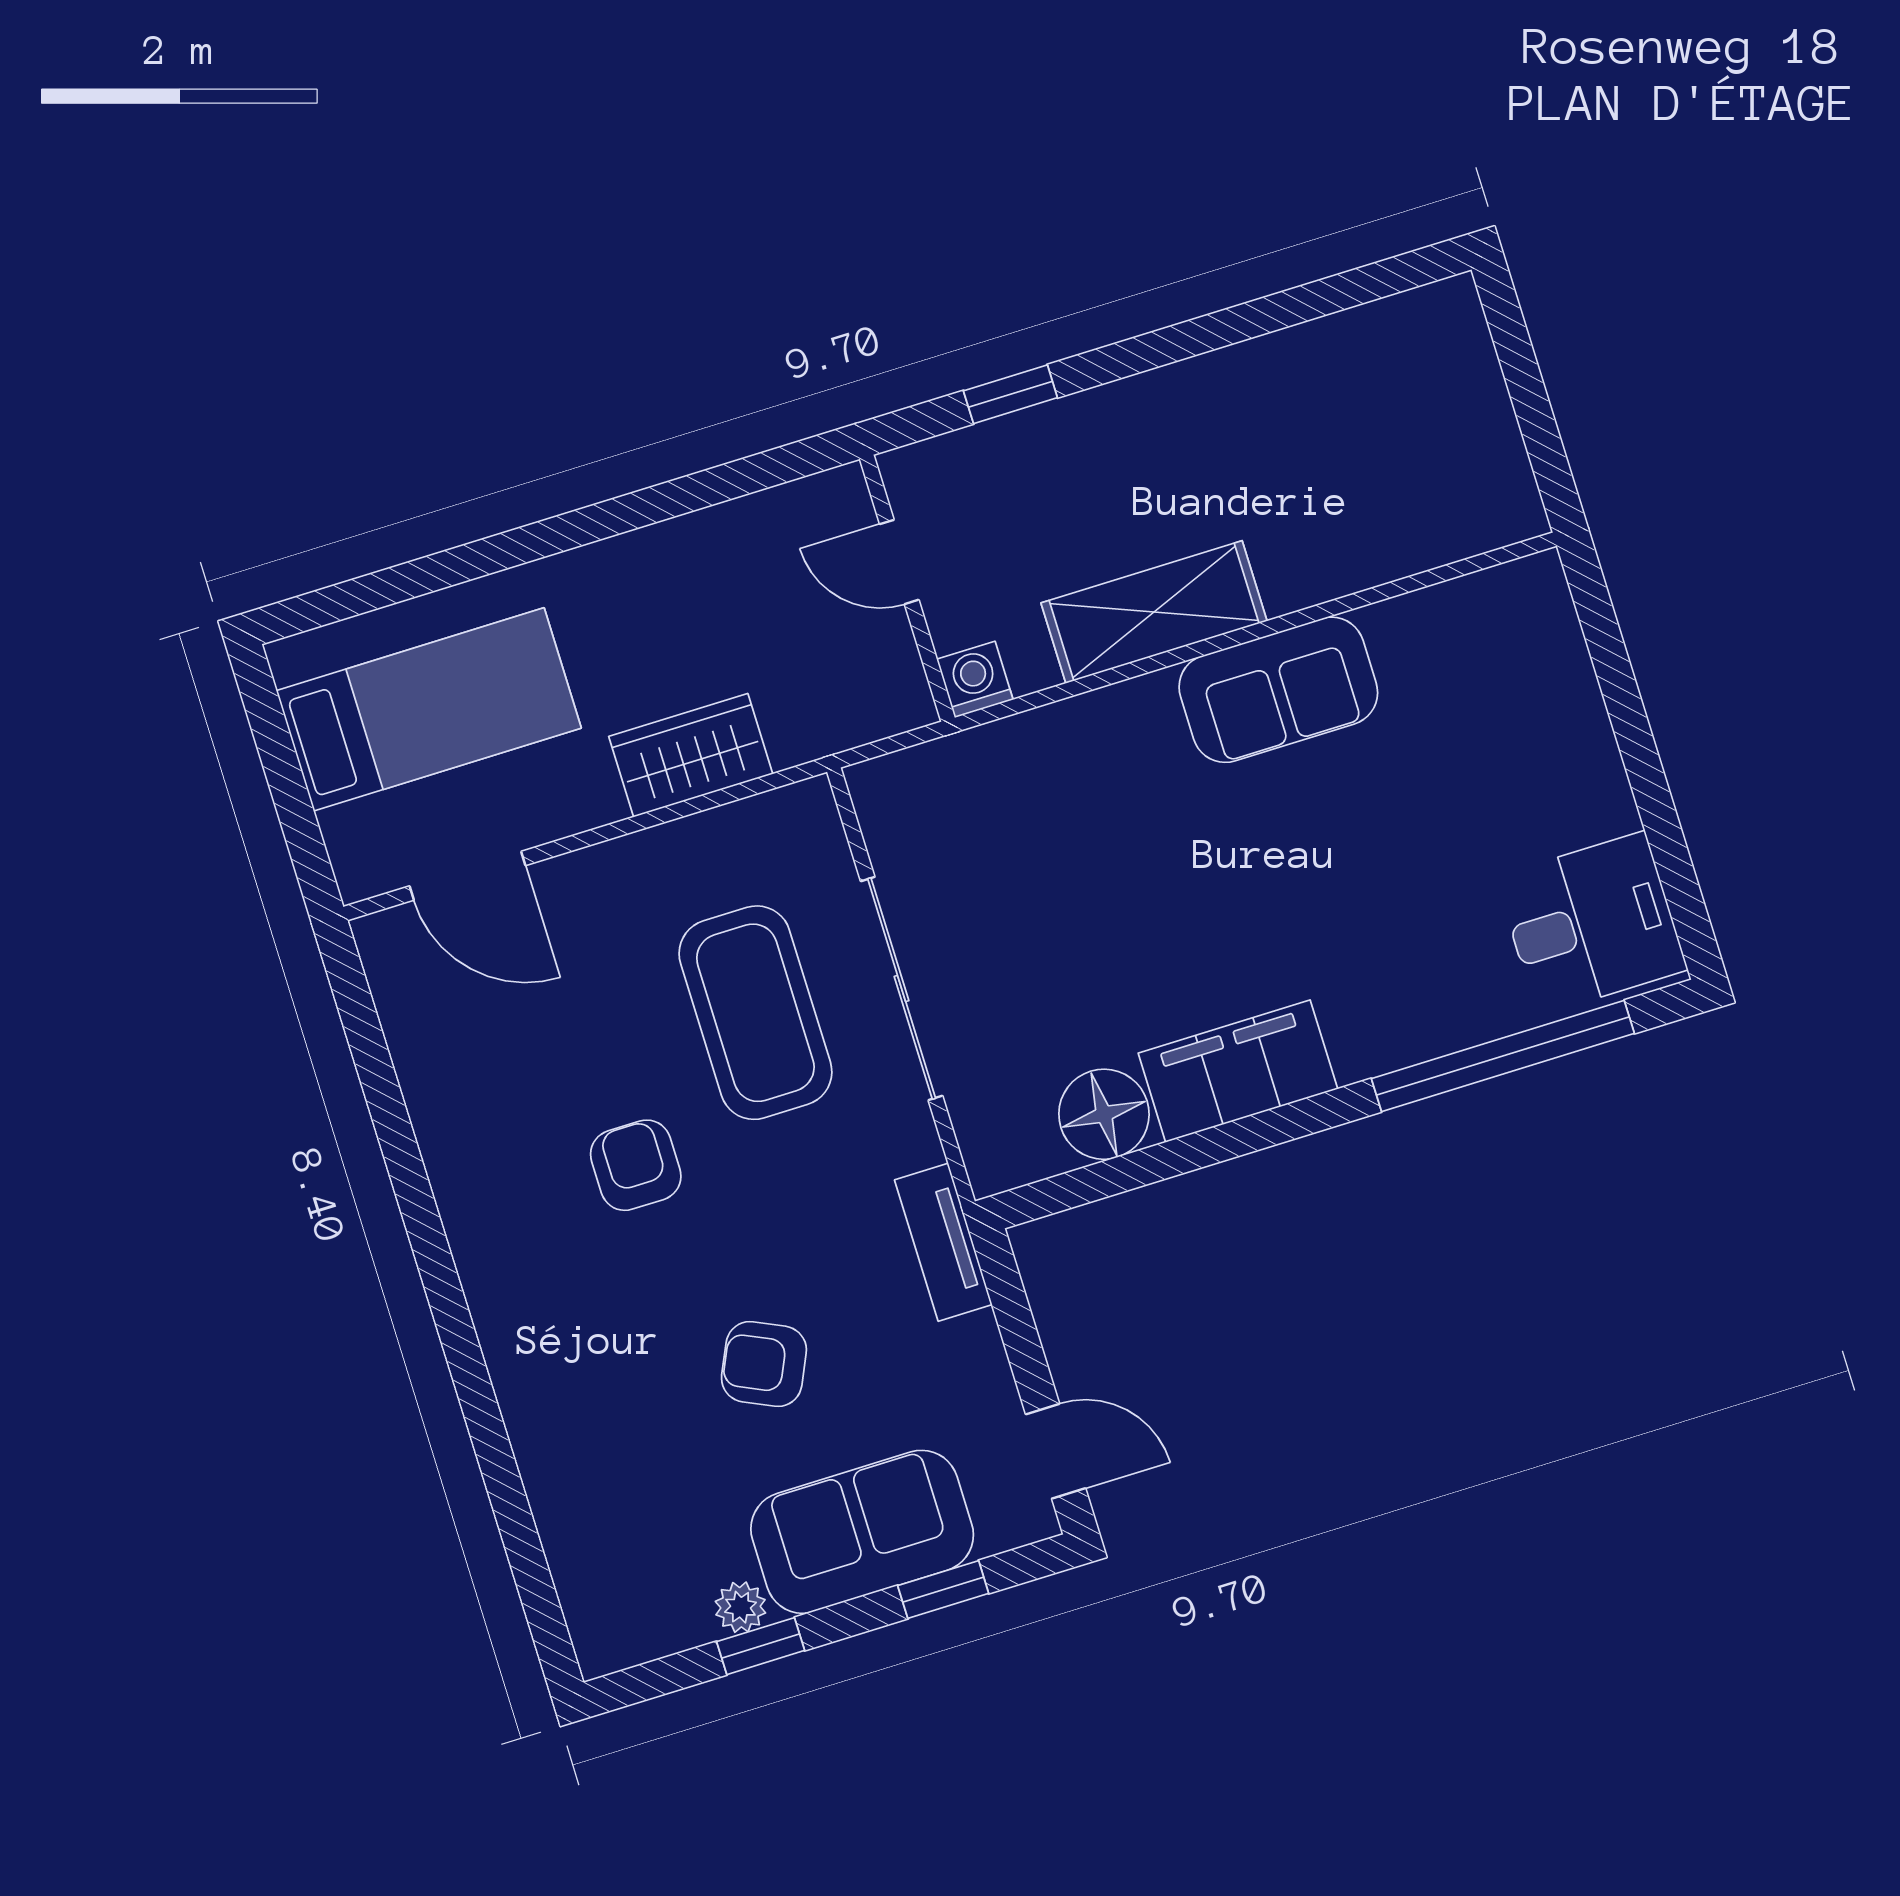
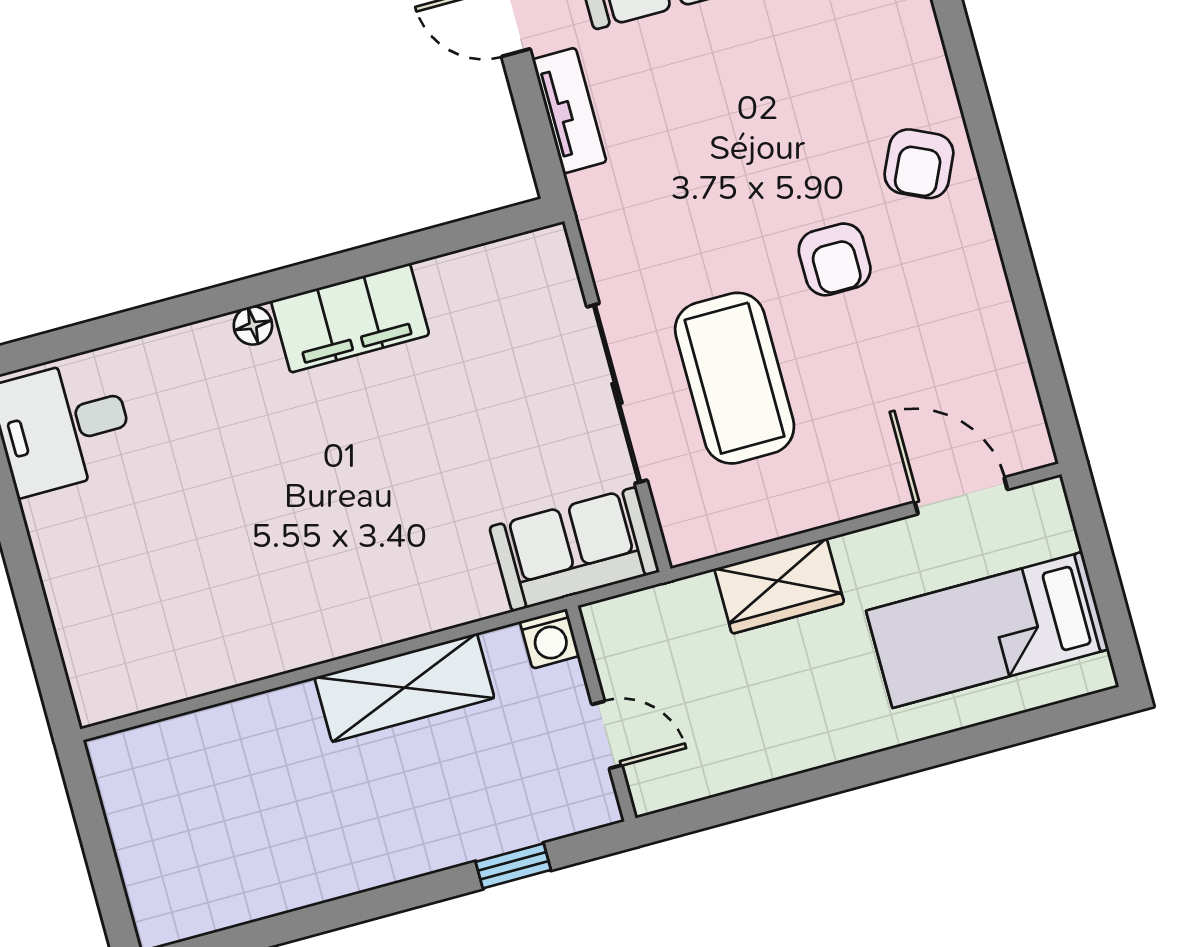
sofa: (1278, 690) -> (574, 549), moved
window: (1503, 1056) -> (138, 323), removed
floor lamp: (1104, 1114) -> (253, 325), moved, width x0.53, depth x0.53
tv unit: (943, 1242) -> (569, 111), moved
armchair: (764, 1364) -> (919, 164), moved, turned 90

